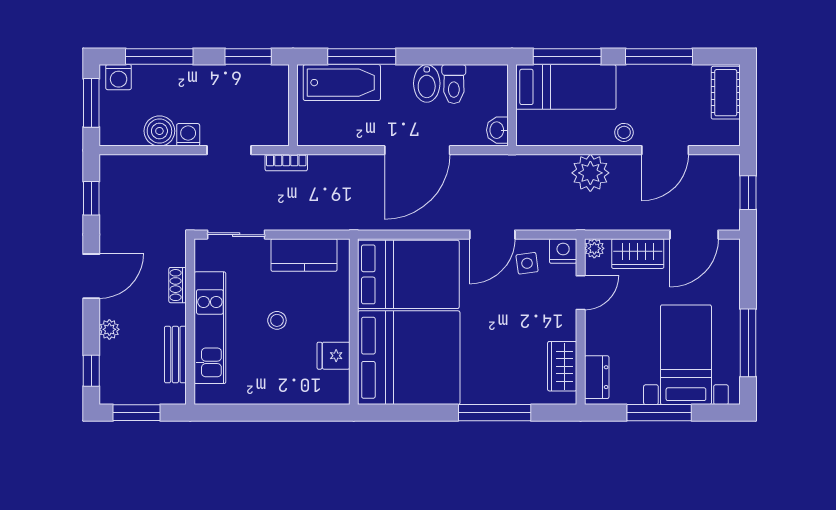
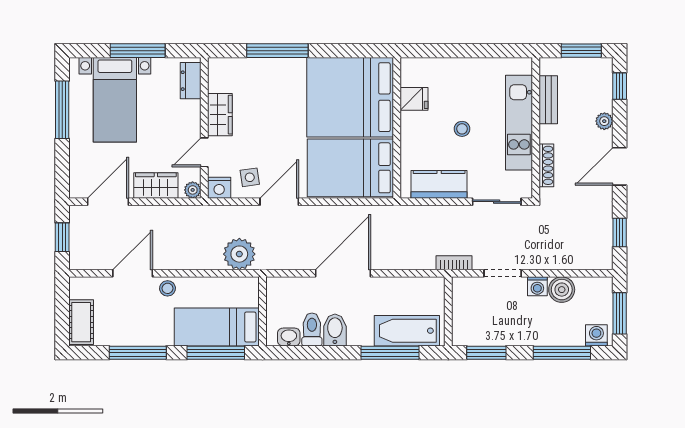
washbasin: (497, 130) -> (289, 337), moved, turned -90
plant: (590, 173) -> (239, 254), moved
shoe rack: (178, 285) -> (546, 165), width x1.43
wardrobe: (562, 366) -> (220, 115), moved

